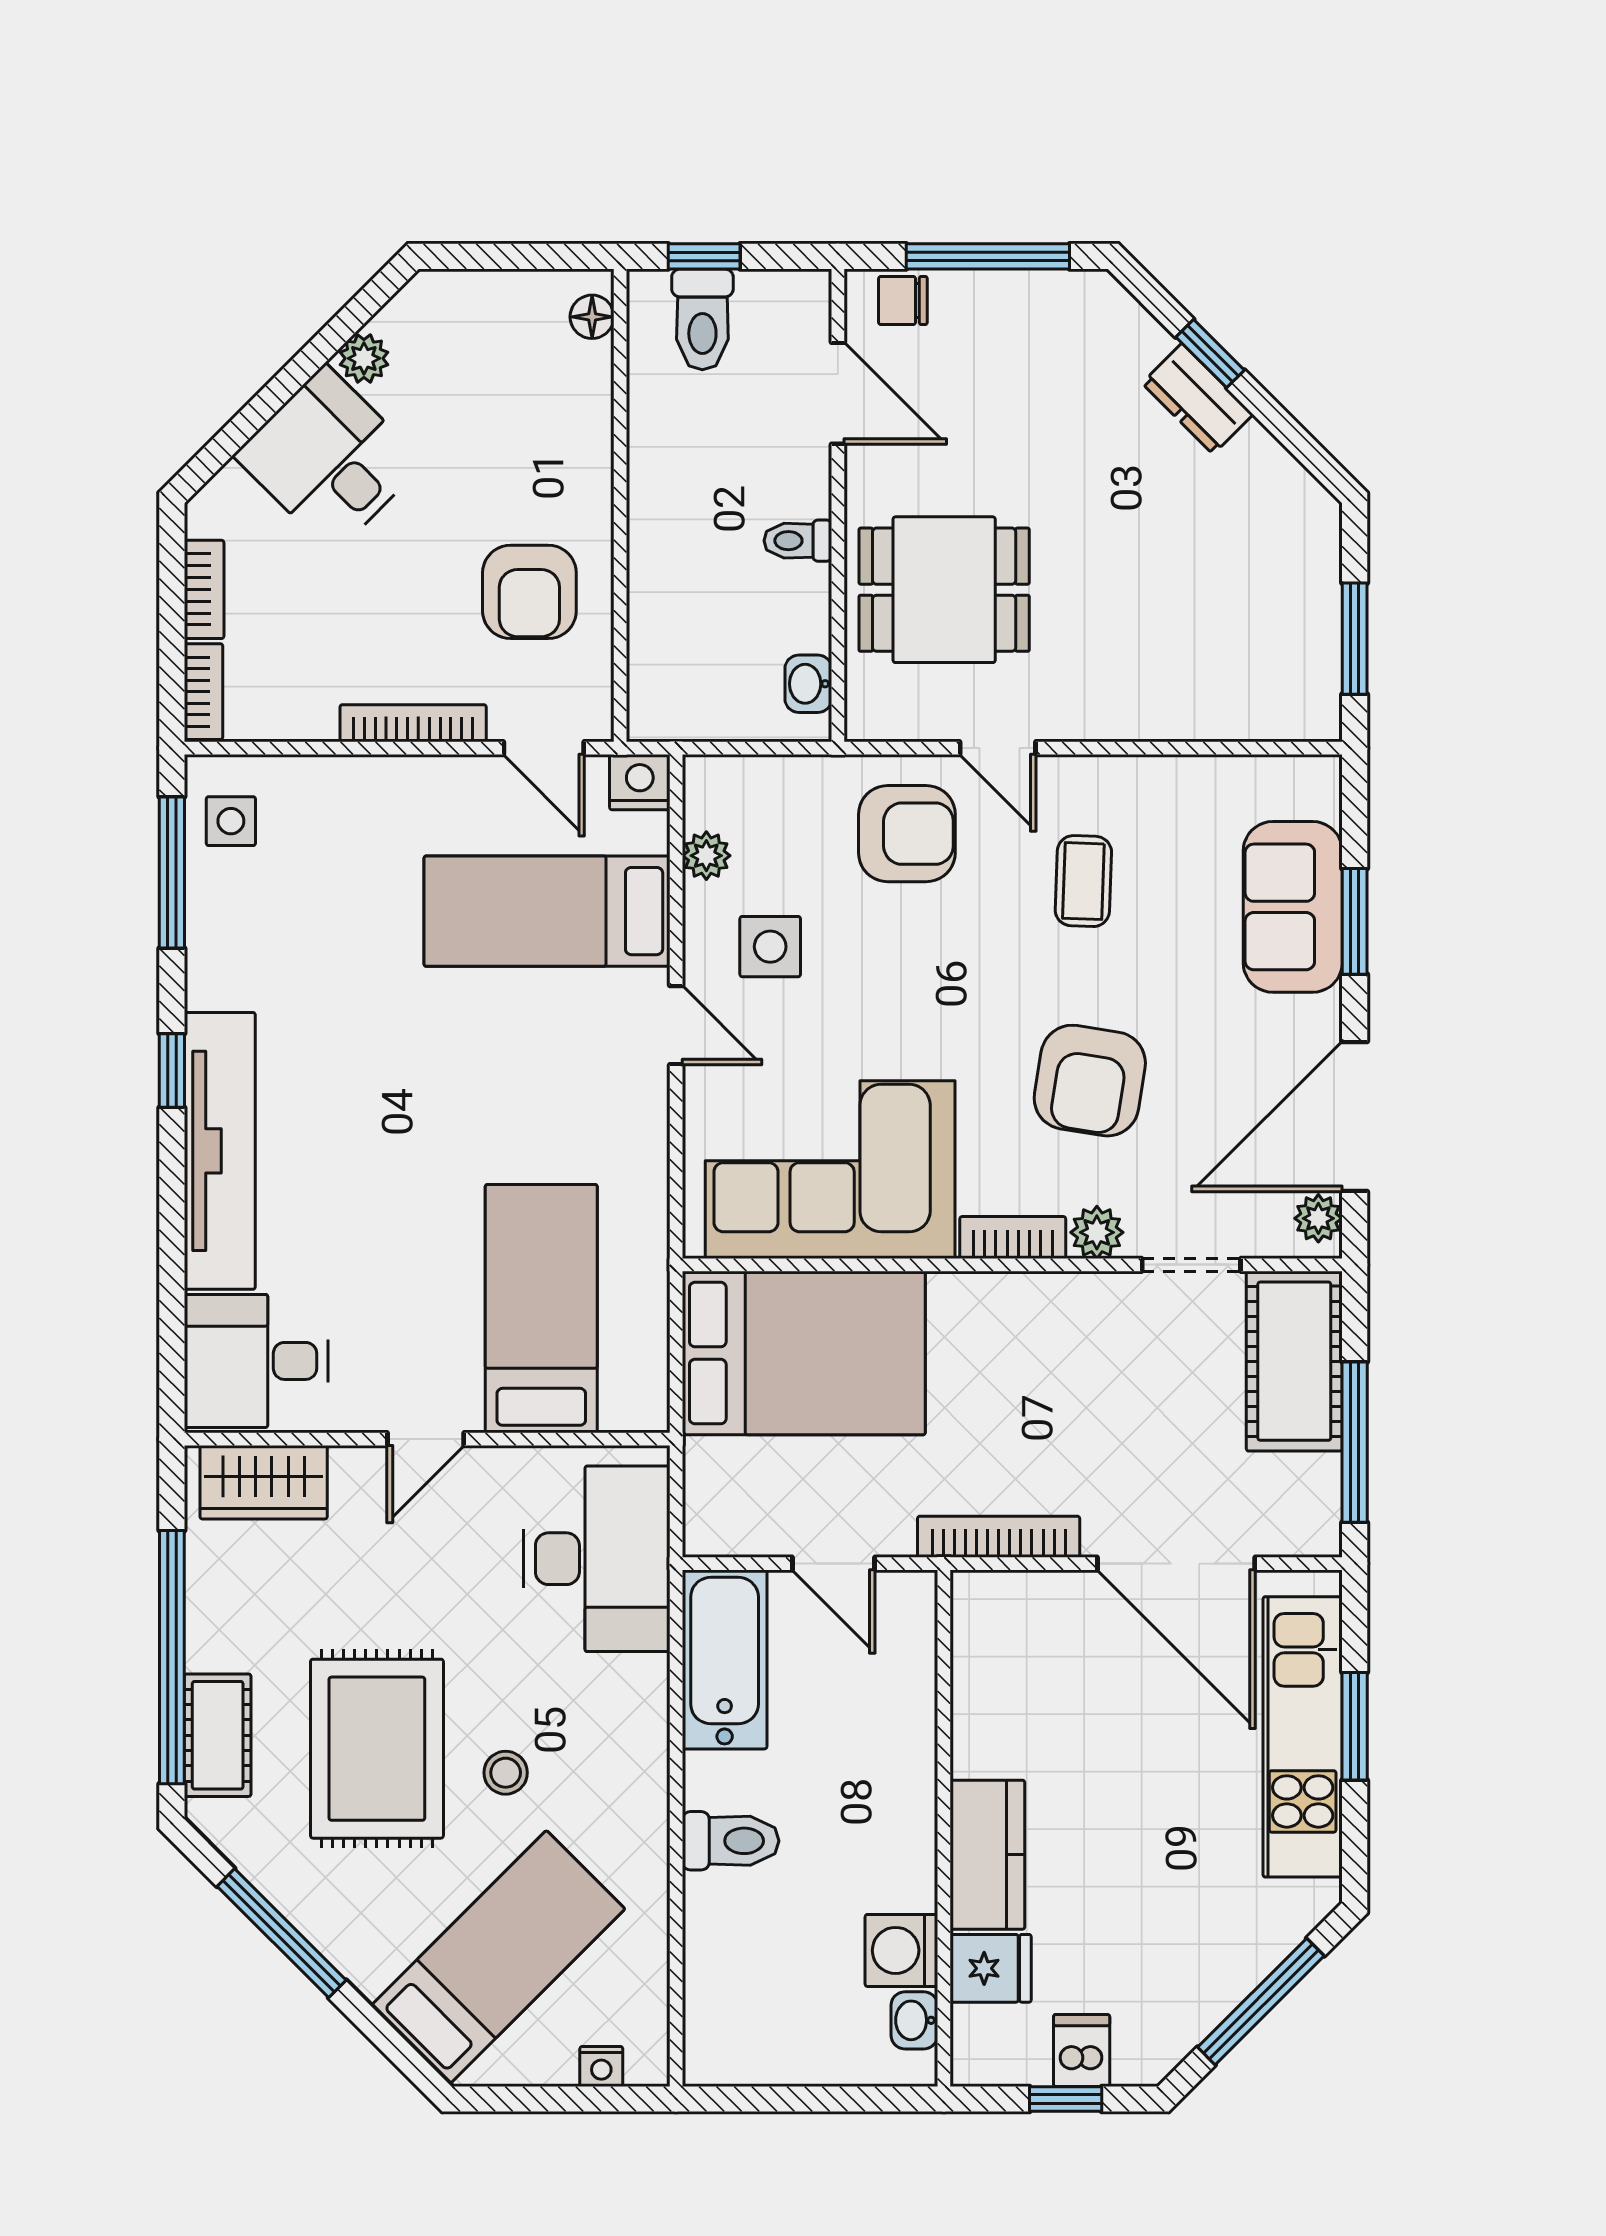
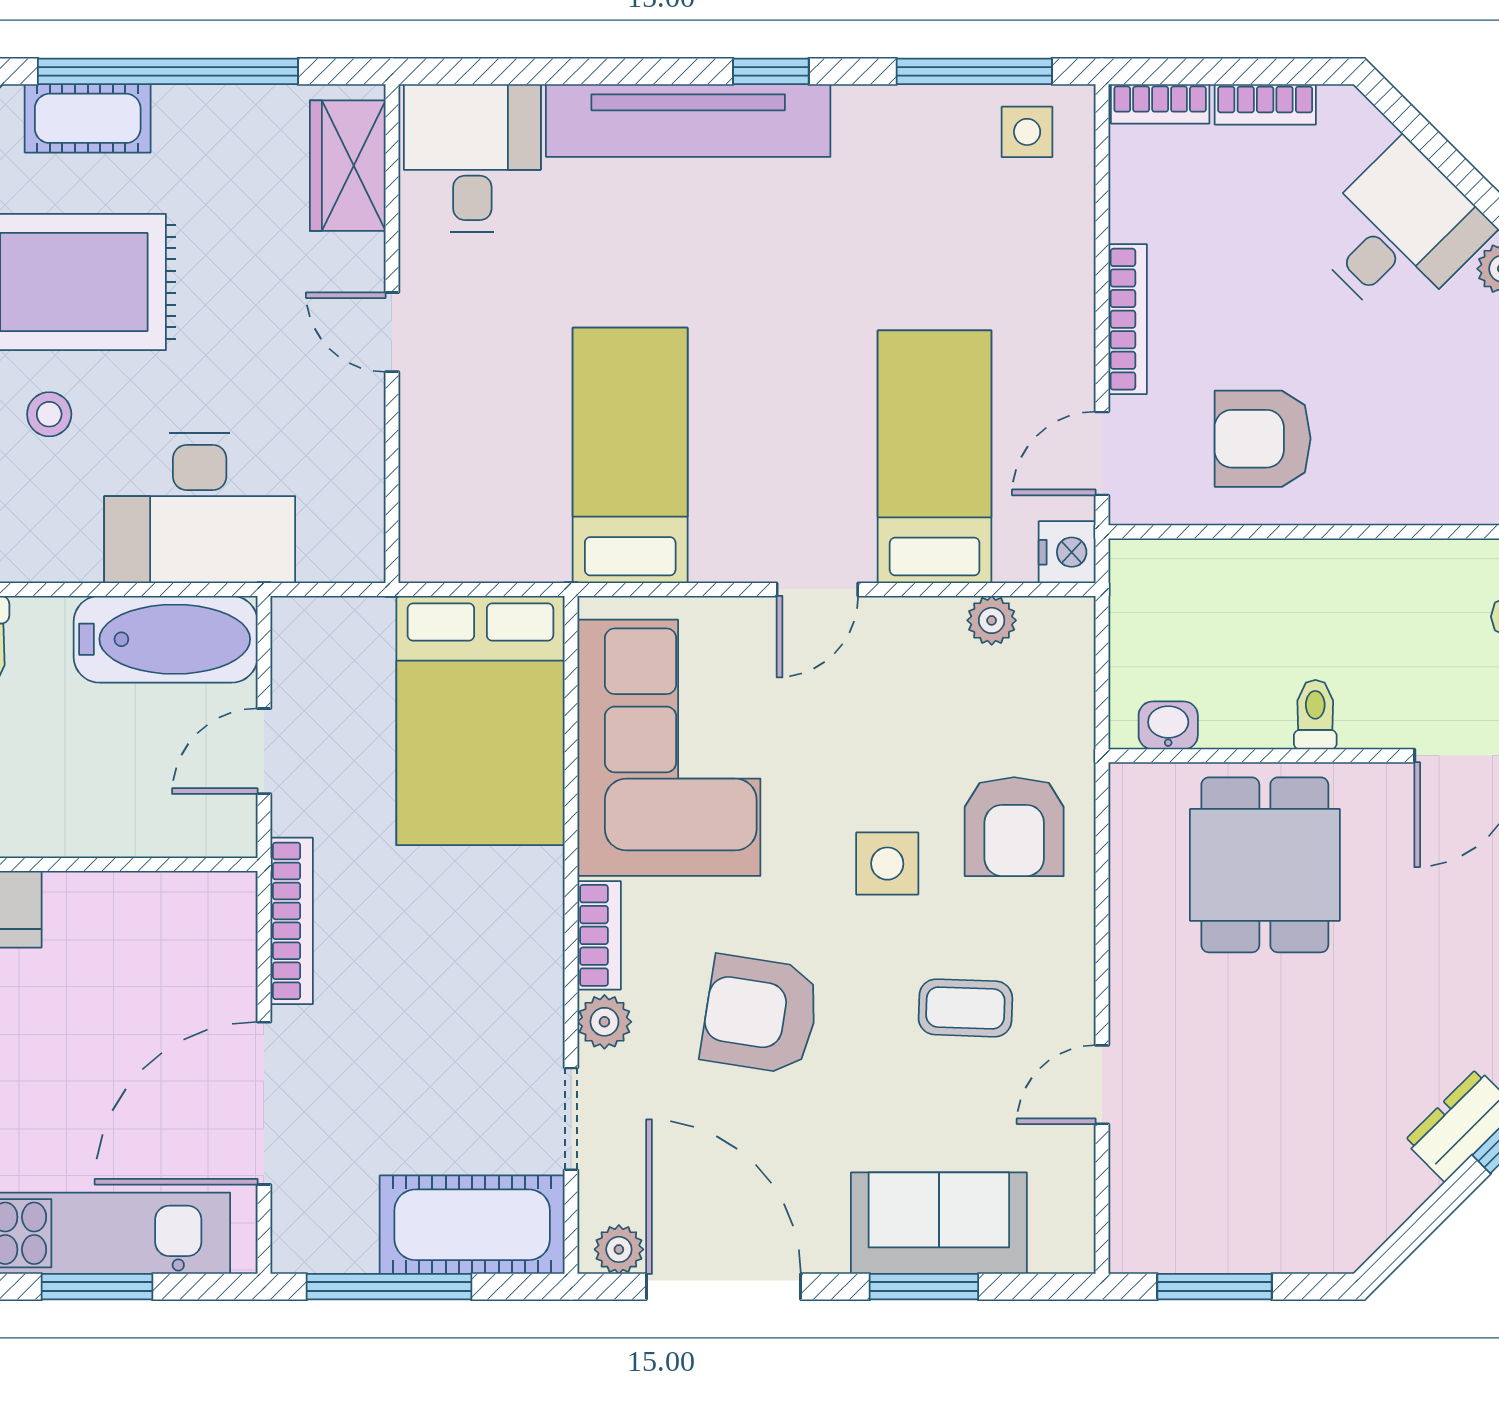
door: (998, 748) -> (1102, 1085), moved
side table: (770, 947) -> (887, 864), moved
bed: (541, 1309) -> (630, 455), moved, turned -90
desk: (597, 1559) -> (200, 508), moved

